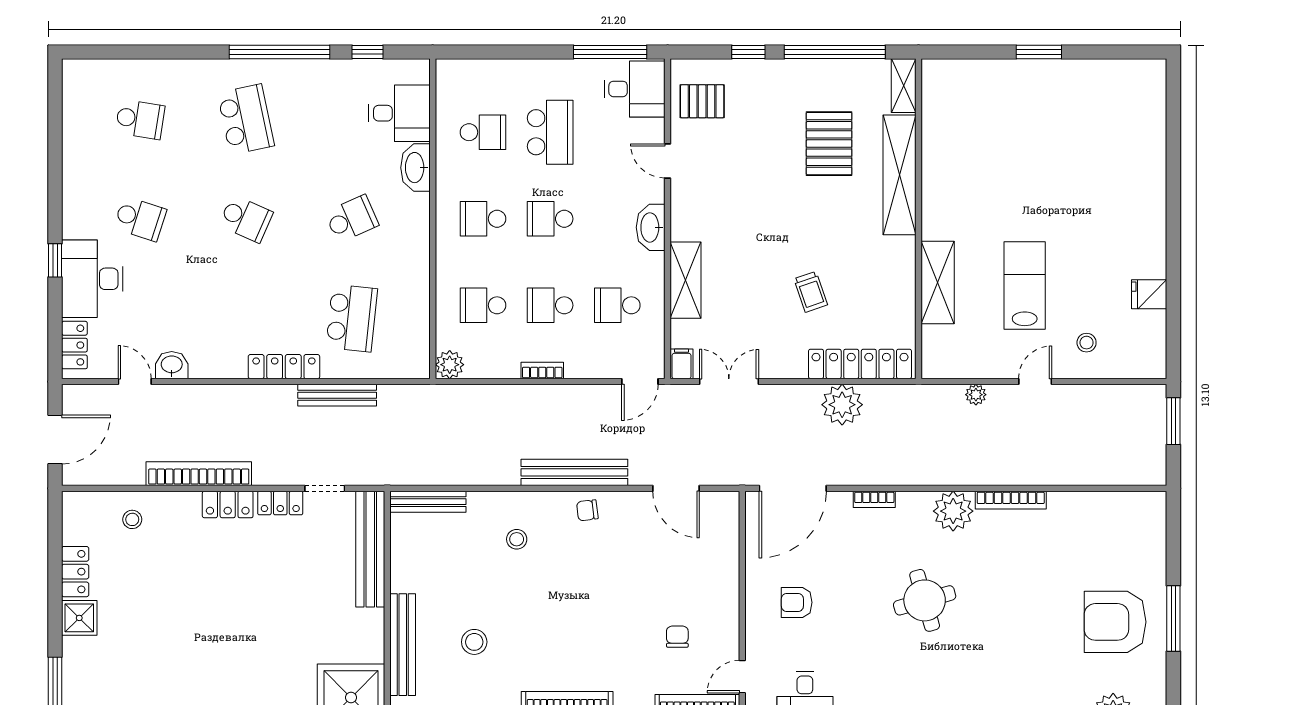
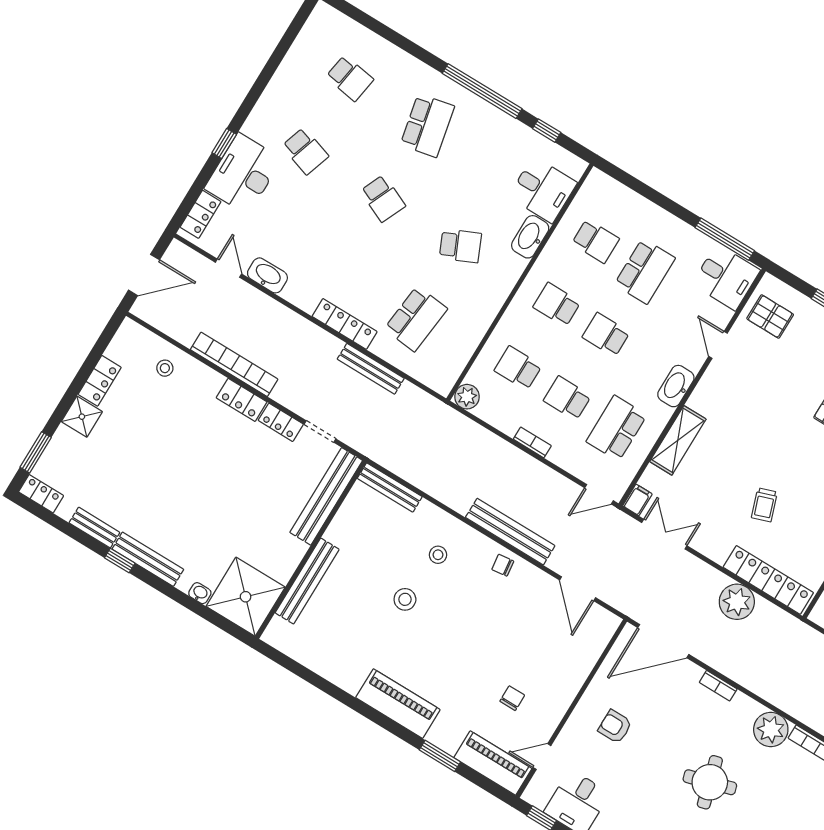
school desk: (617, 305) -> (617, 428), width x1.85
washbasin: (172, 365) -> (267, 275), width x1.38
stool: (474, 642) -> (405, 599), moved

